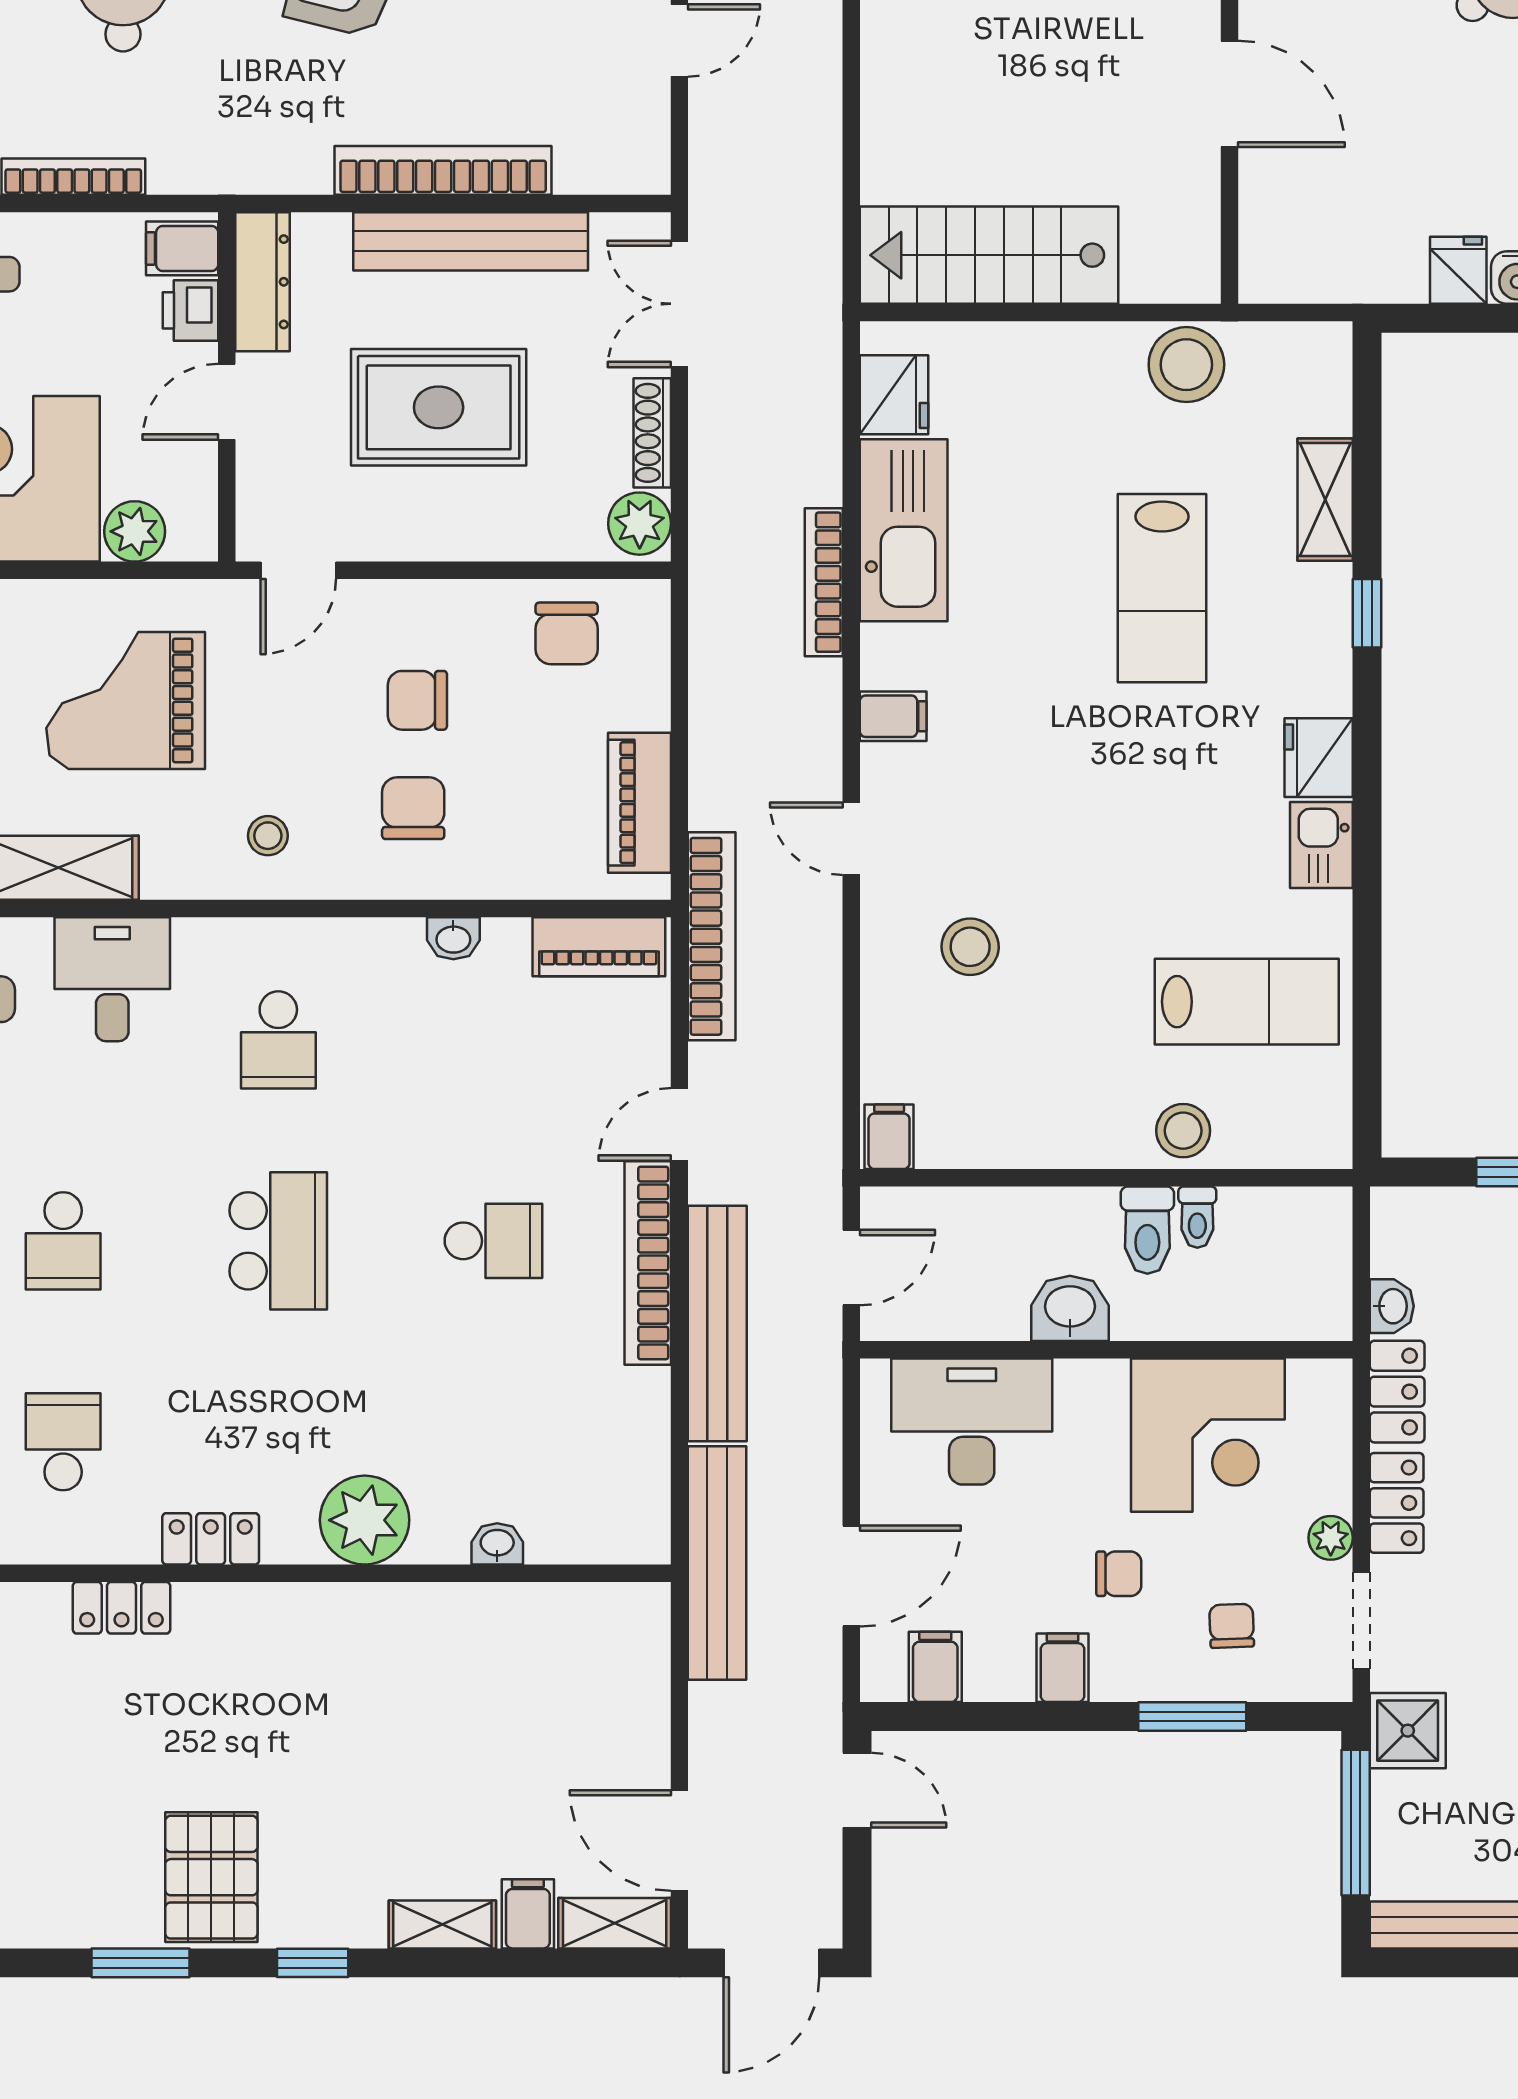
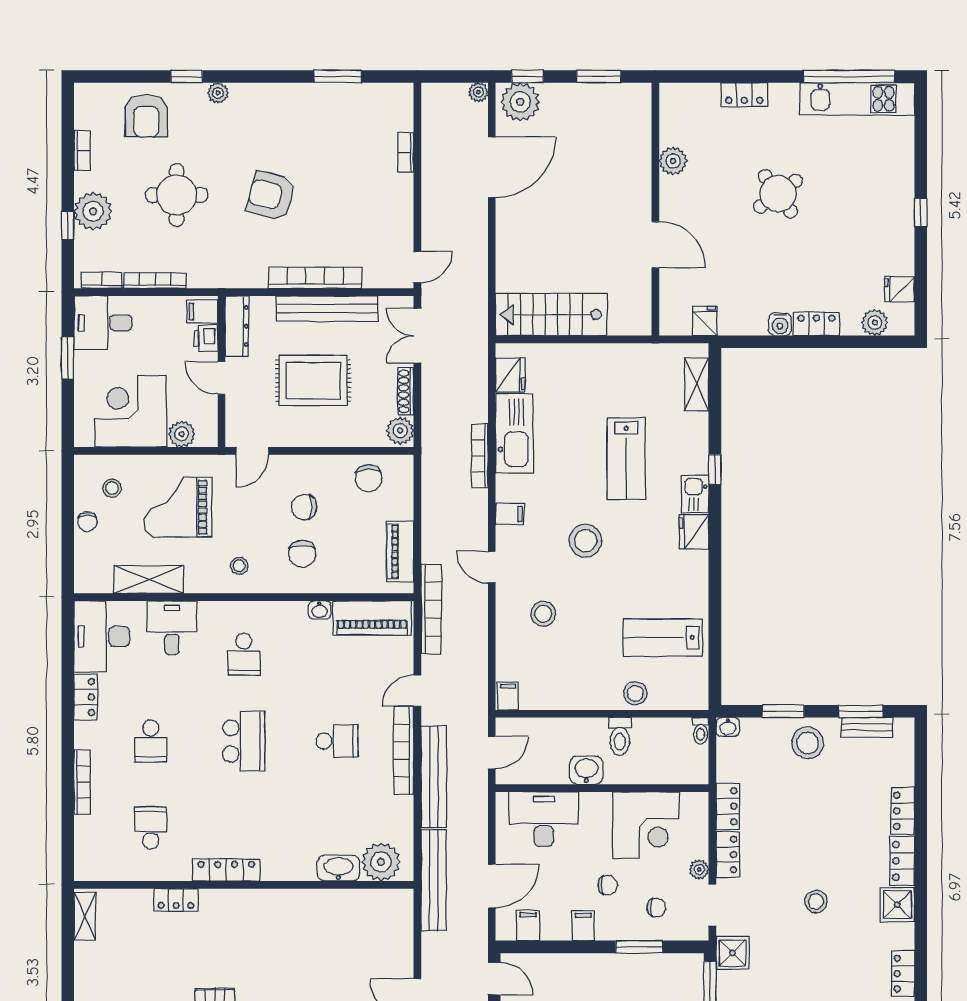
door: (679, 40) -> (417, 267), moved
fridge: (1458, 270) -> (705, 321), moved
stool: (1186, 365) -> (586, 541), moved
door: (227, 402) -> (221, 378), hinge flipped
shelving: (1325, 500) -> (697, 384), moved
chair: (413, 808) -> (302, 554), turned 180
kitchen sink: (1321, 845) -> (695, 494), moved
piano: (599, 947) -> (372, 618), width x1.37, depth x1.33
lab bench: (1247, 1002) -> (663, 638), turned 180
toilet: (1197, 1217) -> (701, 731), moved
washbasin: (1392, 1306) -> (728, 727), moved, turned 90
plant: (365, 1520) -> (381, 862), moved
locker: (211, 1539) -> (226, 870), width x1.53
washbasin: (497, 1544) -> (339, 868), width x1.91, depth x1.45
chair: (1232, 1626) -> (656, 908), turned 92

